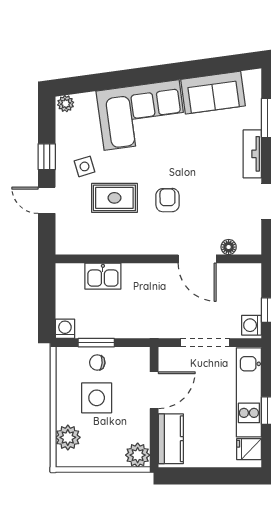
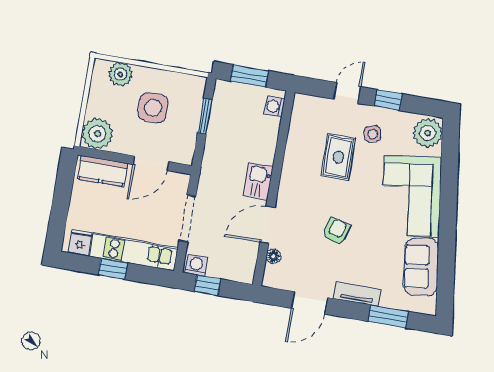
plant: (66, 104) -> (428, 133), width x1.87, depth x1.87
armchair: (168, 200) -> (336, 231), moved, turned -73
kitchen sink: (103, 276) -> (258, 181), moved
window: (47, 304) -> (249, 76), added
washing machine: (65, 329) -> (274, 106), moved, turned 180
chair: (97, 363) -> (186, 114), removed
door: (154, 390) -> (151, 163), hinge flipped
plant: (138, 455) -> (97, 134), width x1.36, depth x1.36

